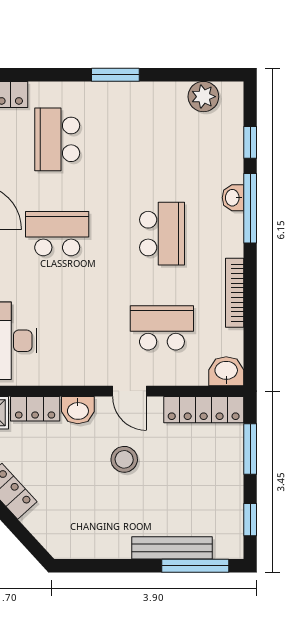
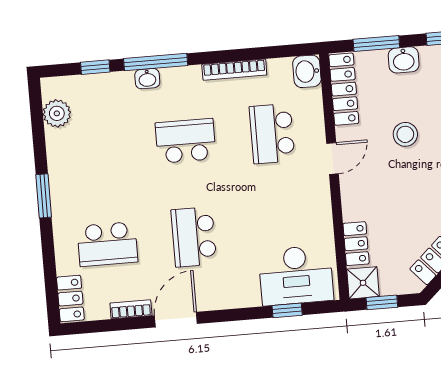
washbasin: (78, 410) -> (404, 60), moved, turned 90
stool: (124, 459) -> (405, 134), moved

